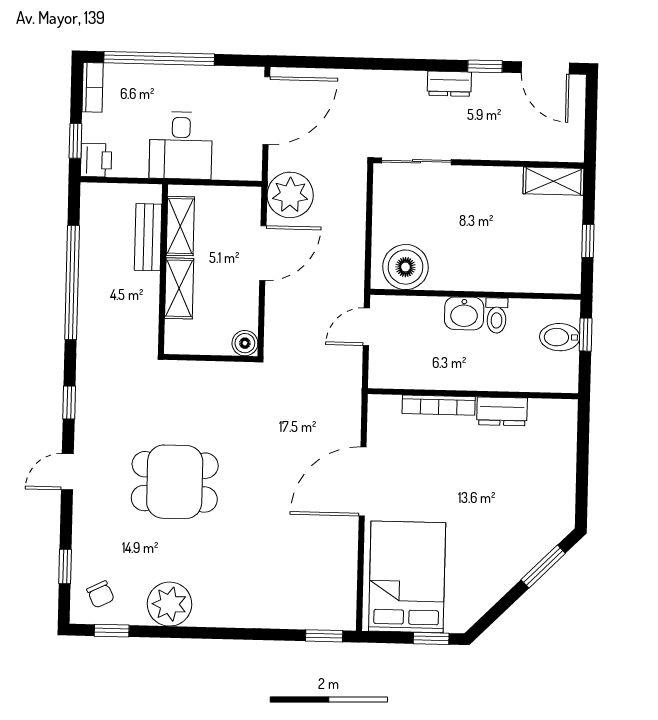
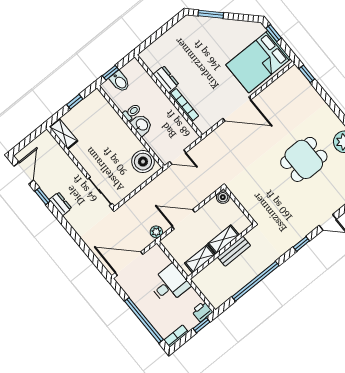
plant: (290, 195) -> (156, 232), width x0.53, depth x0.53
bench: (148, 237) -> (234, 251), moved
dining table: (175, 482) -> (304, 159), moved, turned 90

